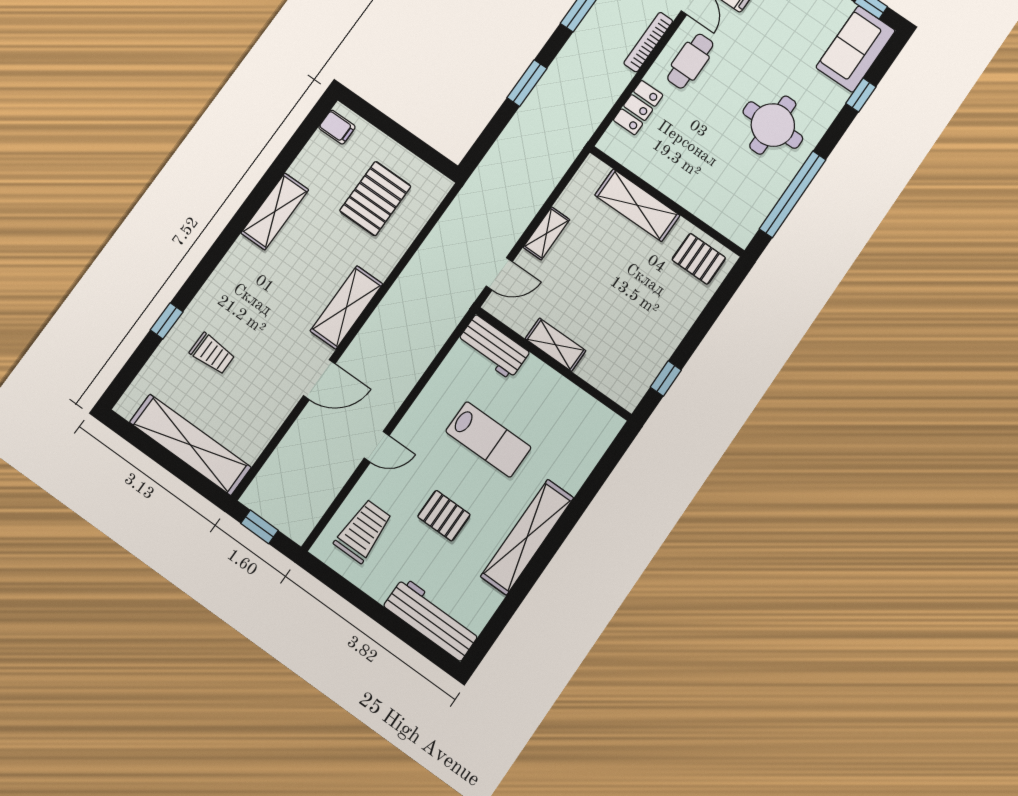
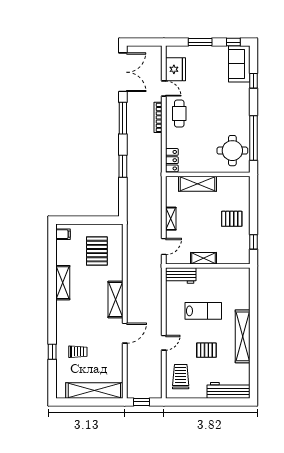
locker: (638, 108) -> (172, 160), moved
round table: (773, 125) -> (232, 151), moved
pallet: (699, 259) -> (232, 219), moved

